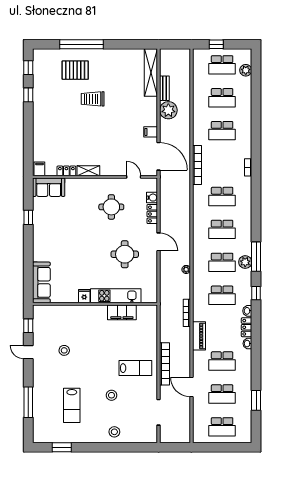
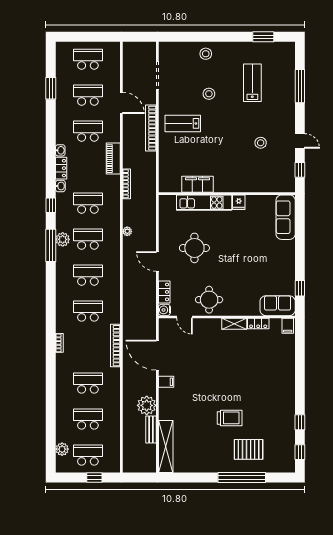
filing cabinet: (39, 169) -> (288, 326), moved
locker: (66, 171) -> (258, 324), moved
shelving: (88, 171) -> (234, 324), moved
wall: (95, 177) -> (227, 317), moved
door: (134, 177) -> (185, 317), moved
sofa: (49, 187) -> (278, 306), moved

